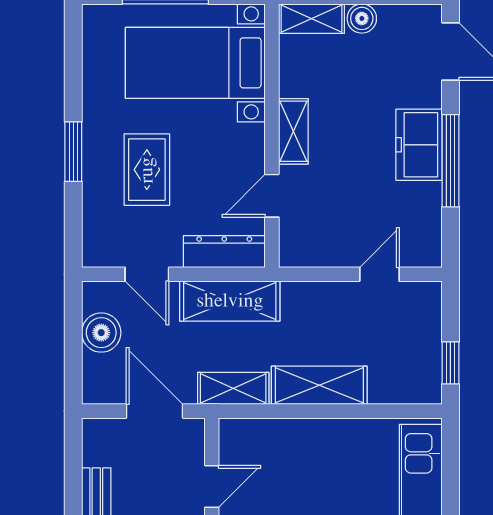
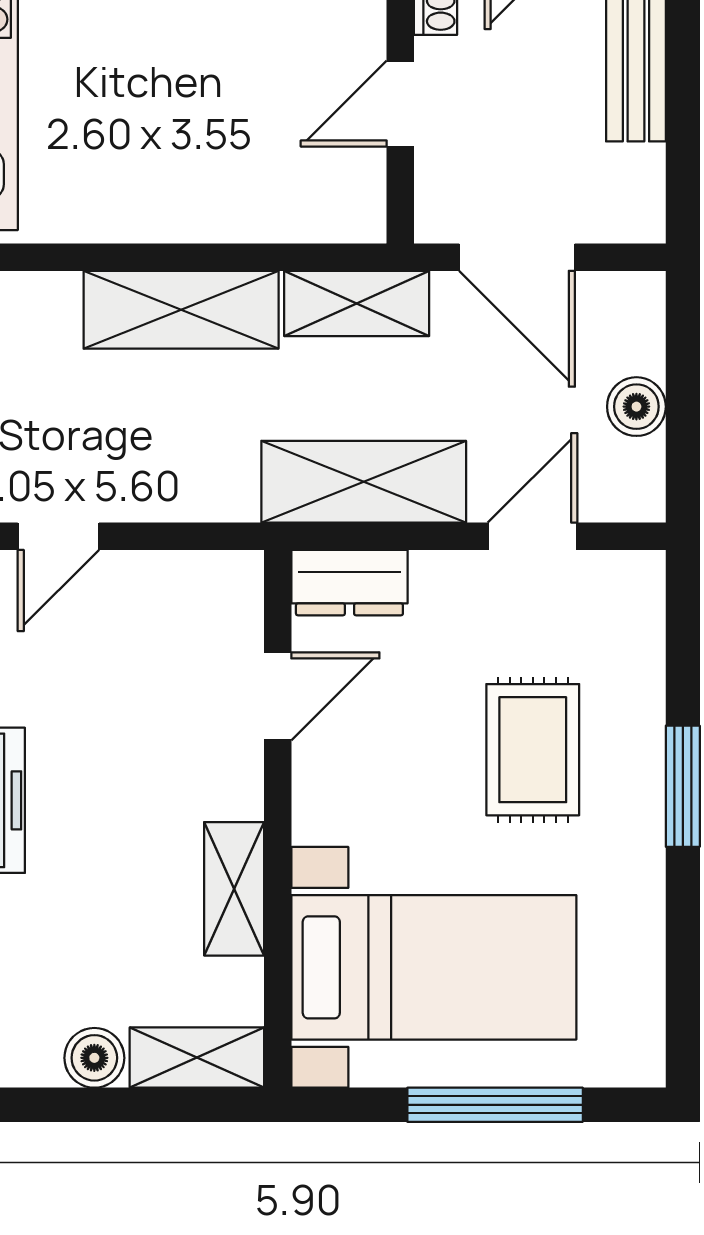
shelving: (293, 131) -> (234, 889), moved
dresser: (224, 252) -> (349, 583), width x0.70
door: (147, 274) -> (533, 536), hinge flipped
boiler: (101, 333) -> (636, 407), width x0.73, depth x0.73

